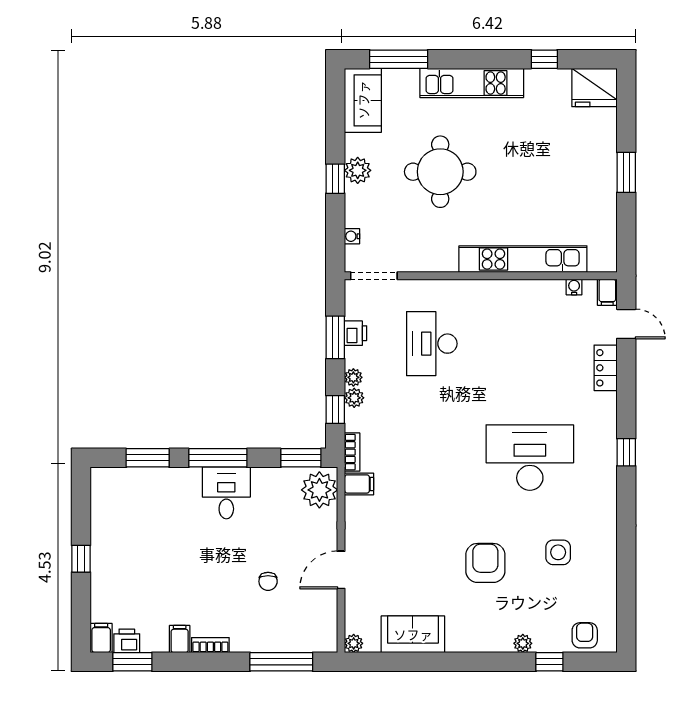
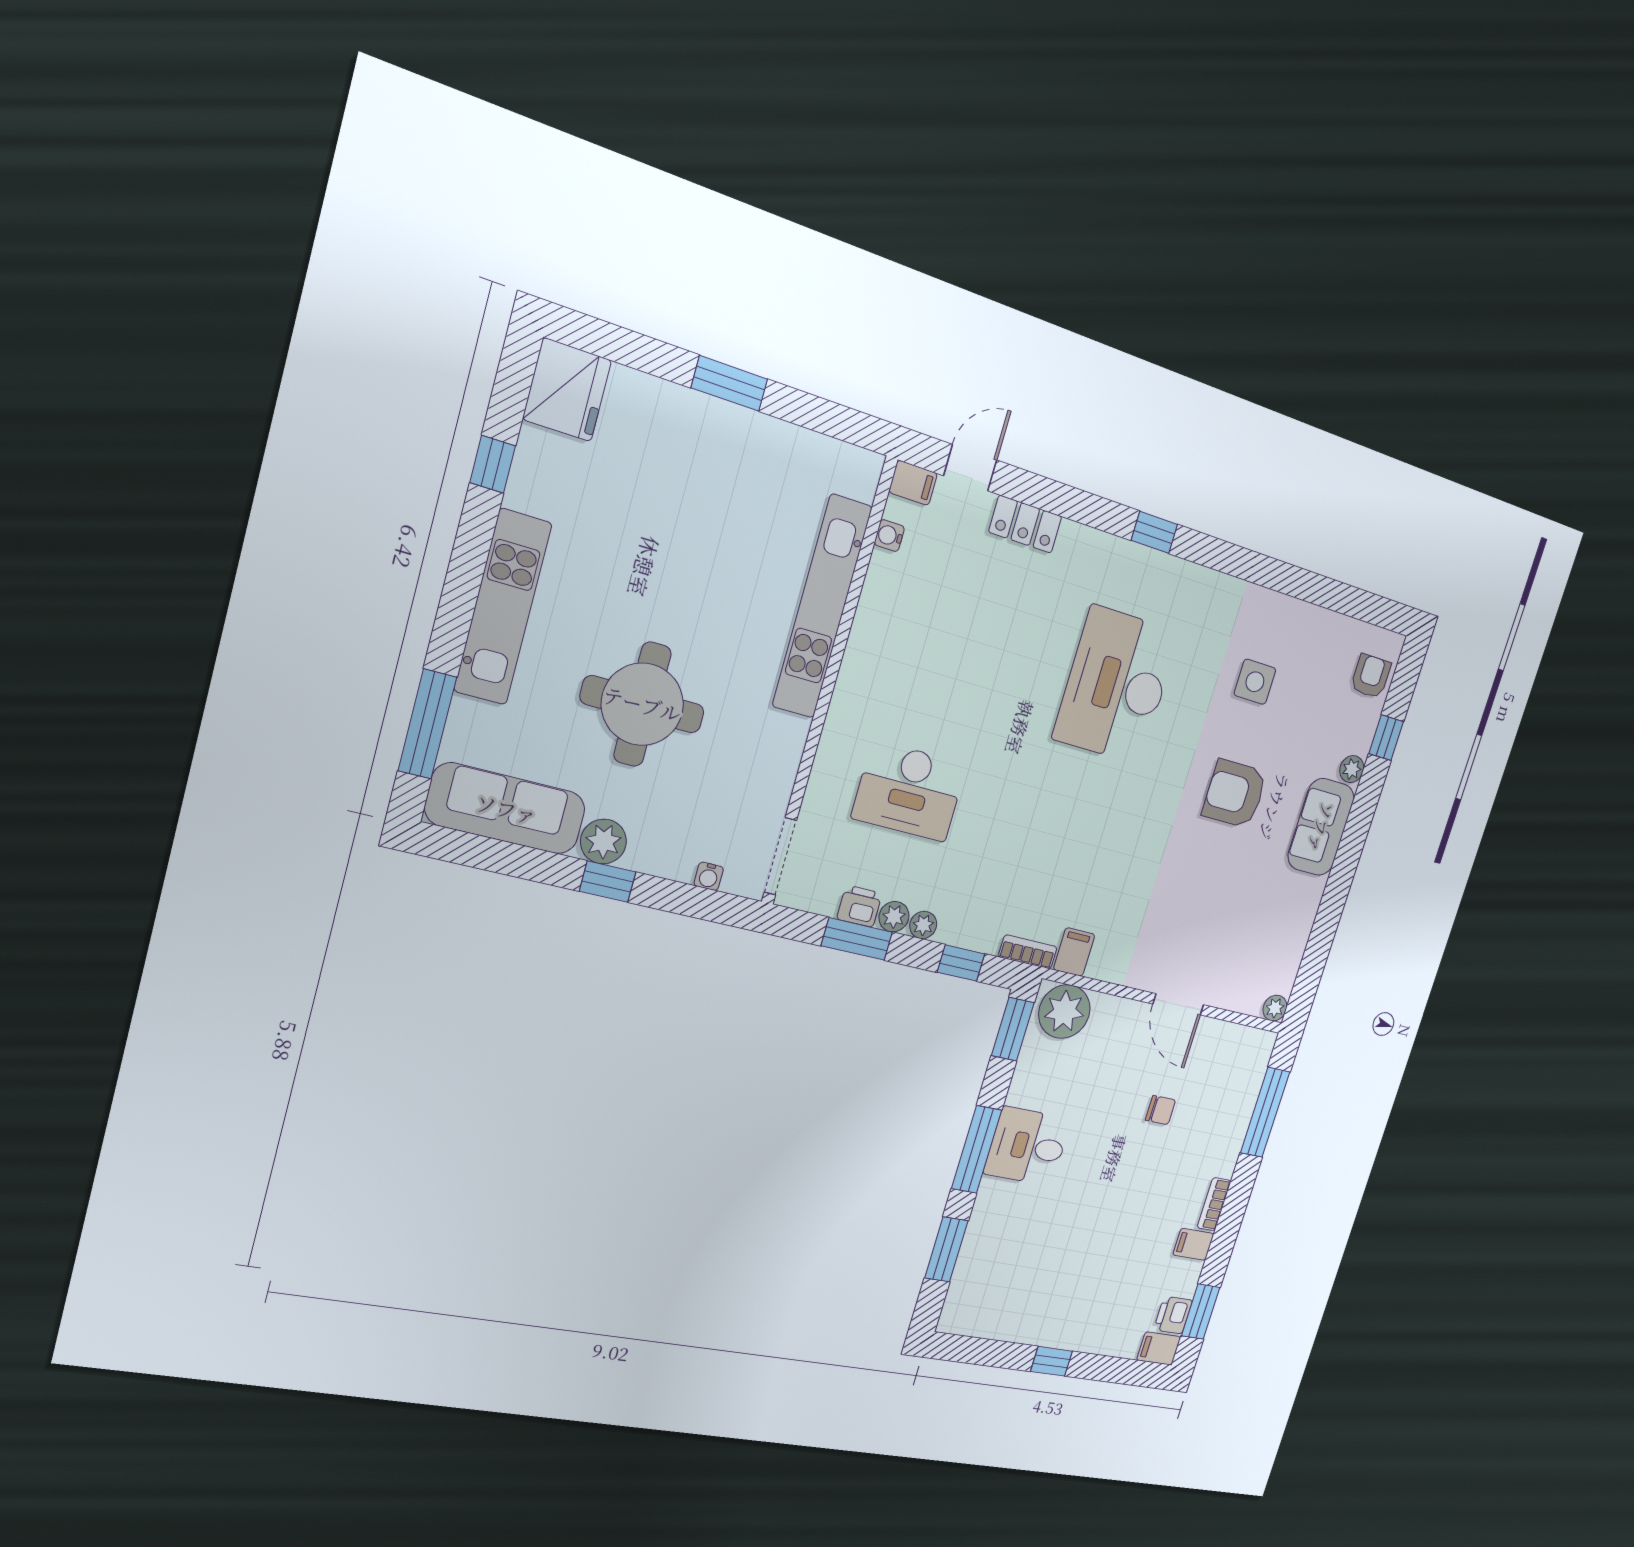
sofa: (363, 100) -> (506, 809), width x1.36
plant: (354, 398) -> (894, 917), moved
sofa: (413, 634) -> (1321, 827), moved
armchair: (585, 635) -> (1371, 676), turned 90

